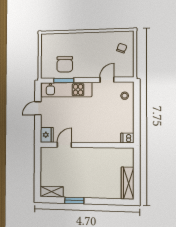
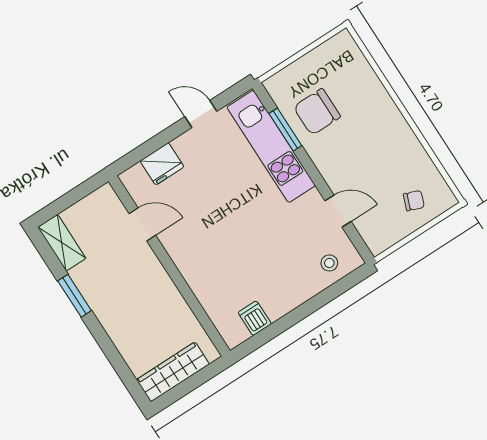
door: (64, 145) -> (142, 224), moved
wall: (86, 145) -> (169, 266), moved

